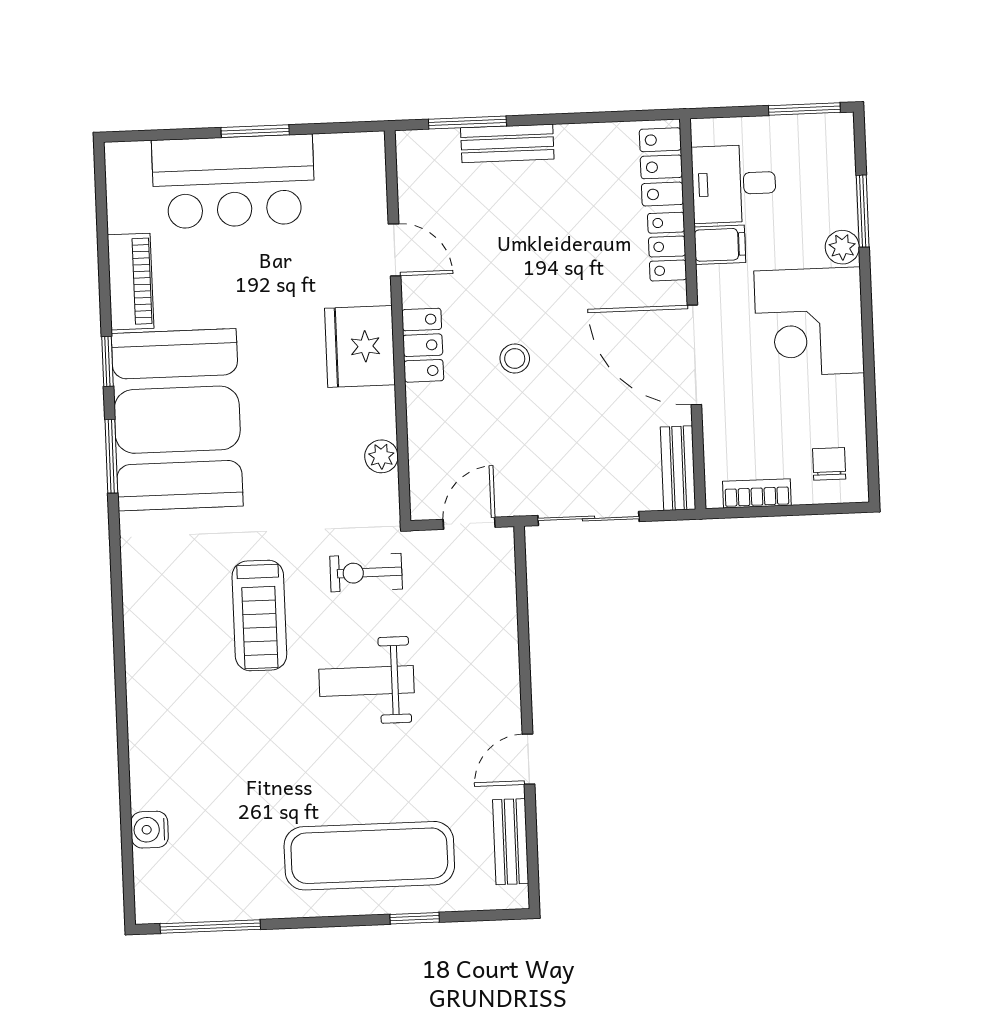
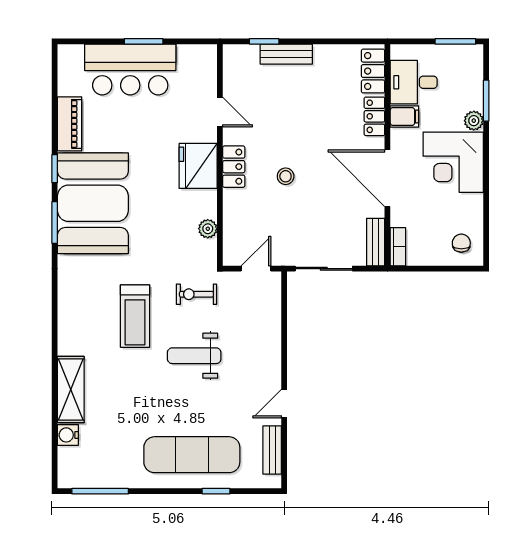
window: (467, 123) -> (264, 41), width x0.67
bookcase: (757, 493) -> (398, 247), moved, turned 90
shelving: (151, 749) -> (71, 390), added

